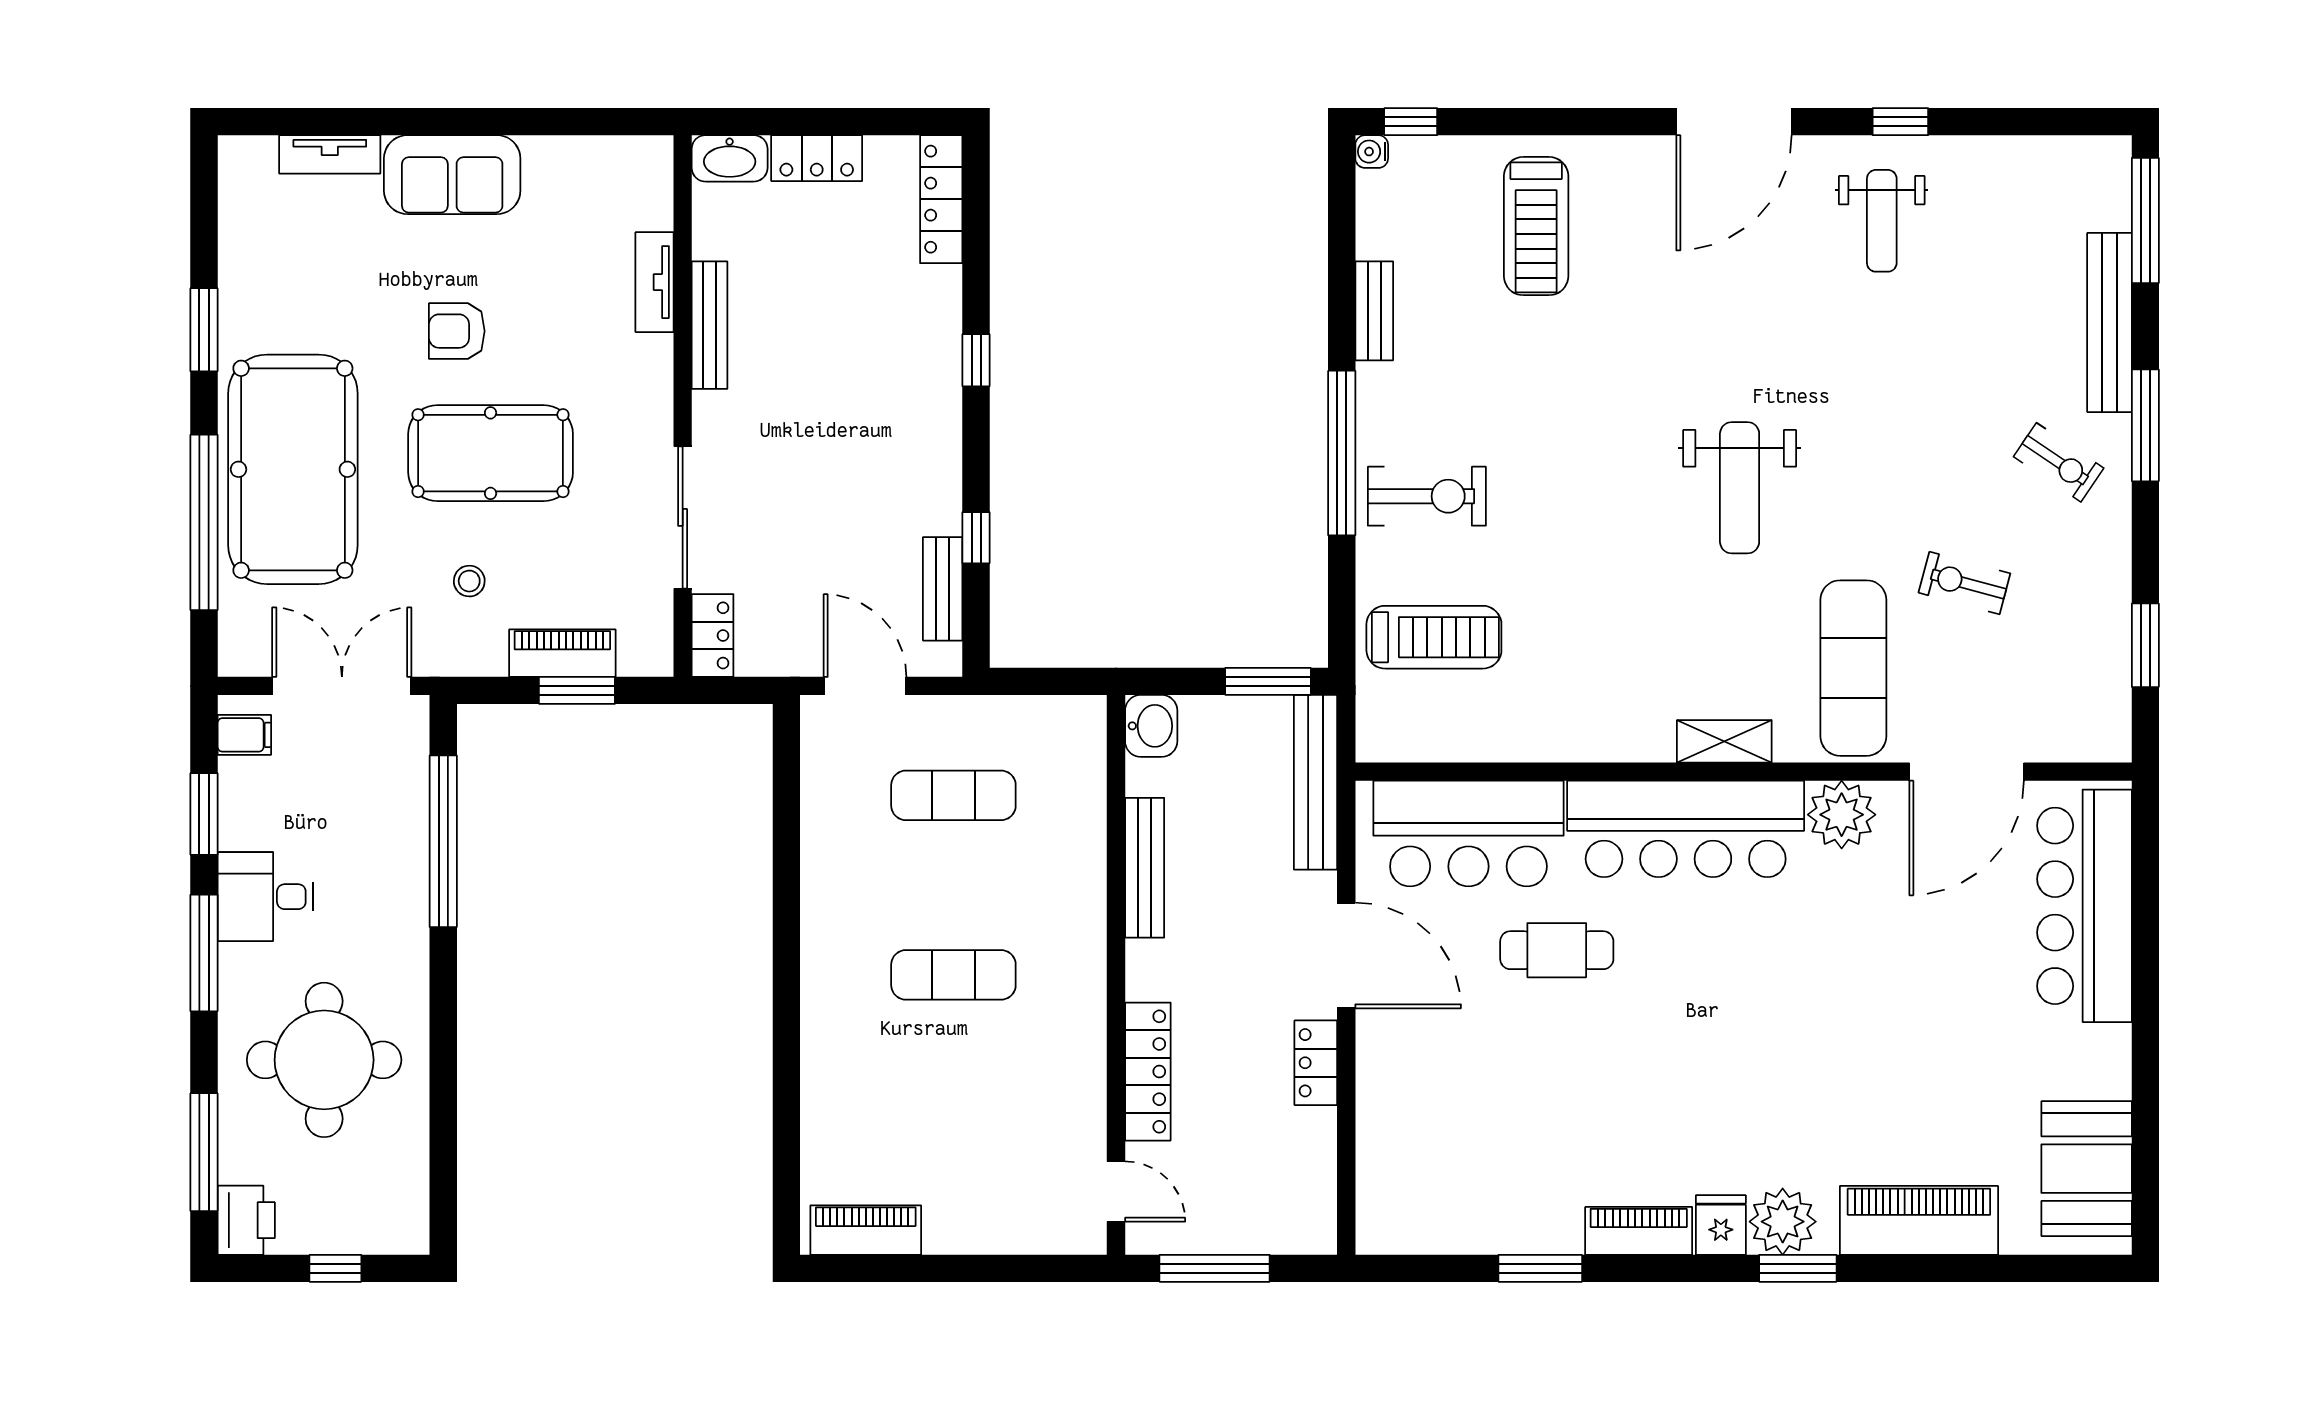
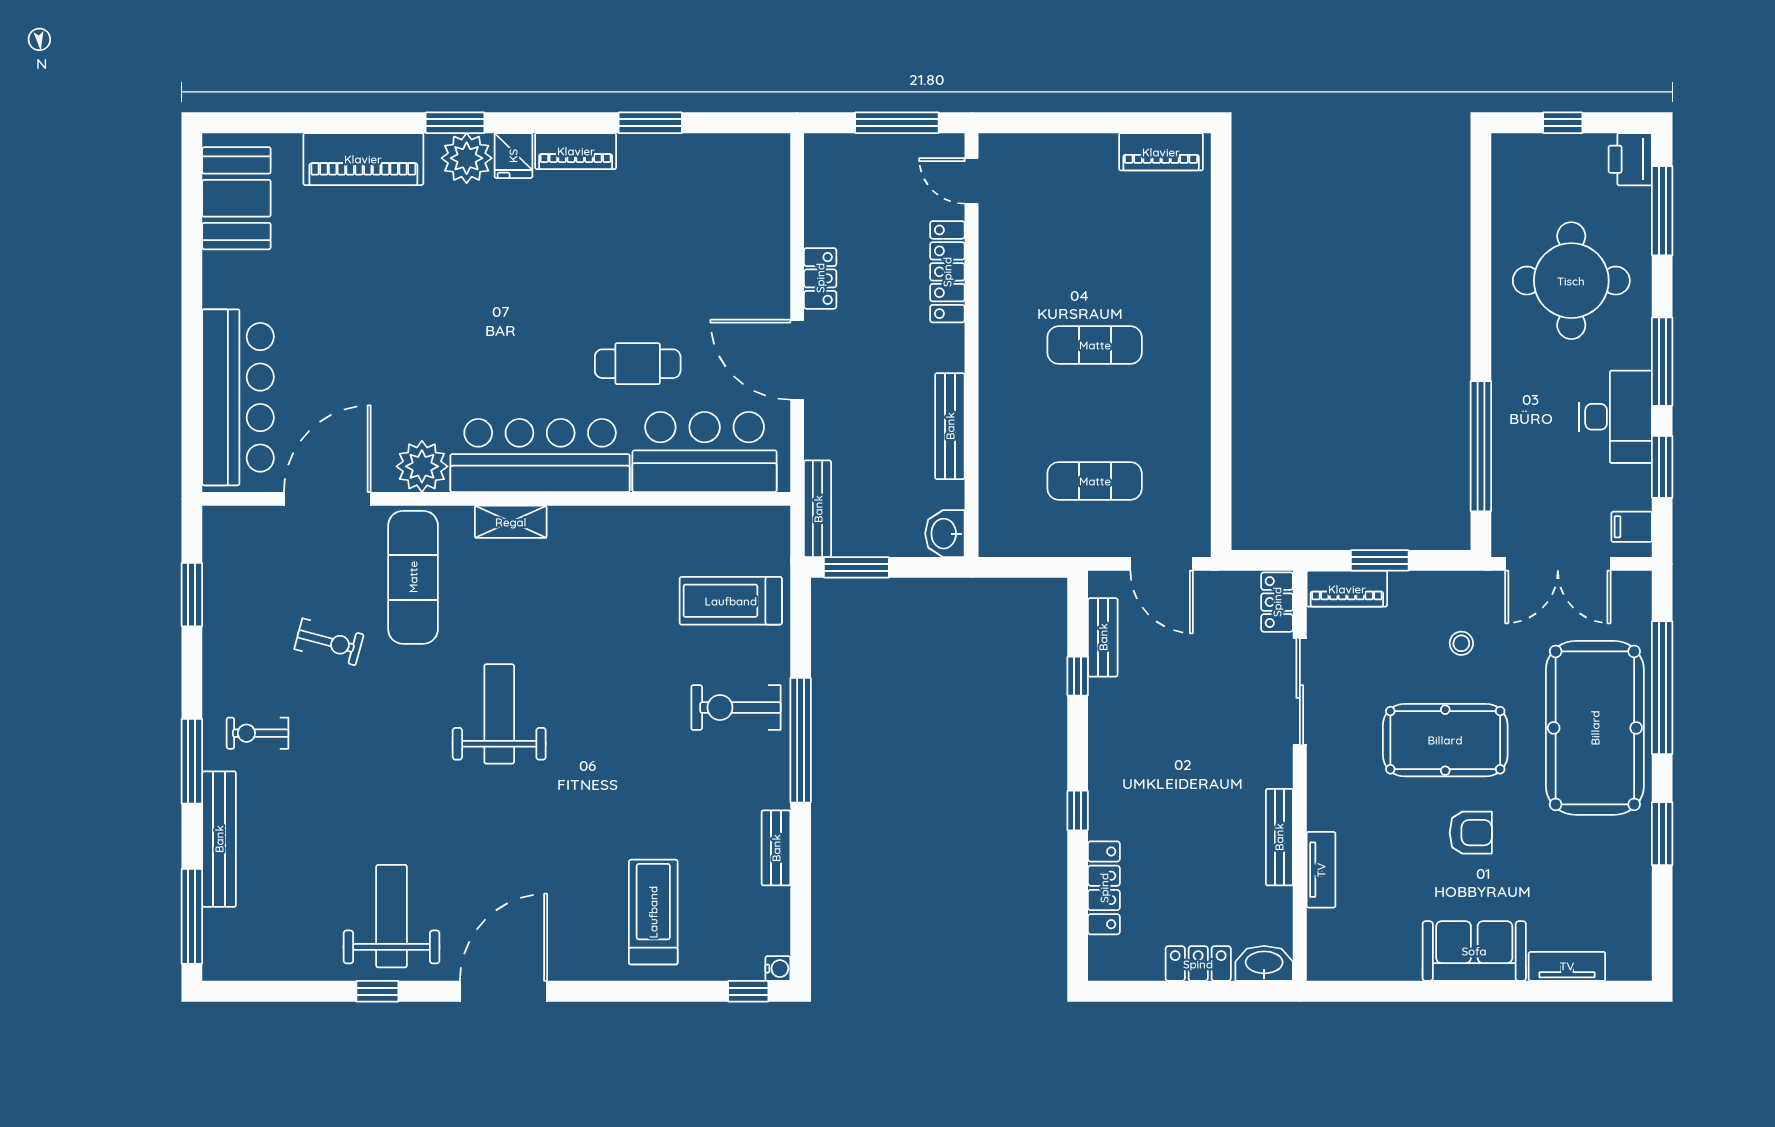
locker: (941, 199) -> (1104, 888), moved
weight bench: (1882, 221) -> (392, 916), width x1.36, depth x1.33
exercise bike: (2059, 462) -> (258, 733), turned -34
piano: (562, 653) -> (1347, 589), moved
bench: (1315, 782) -> (818, 509), width x0.73, depth x0.82
desk: (265, 897) -> (1616, 417), width x1.37

